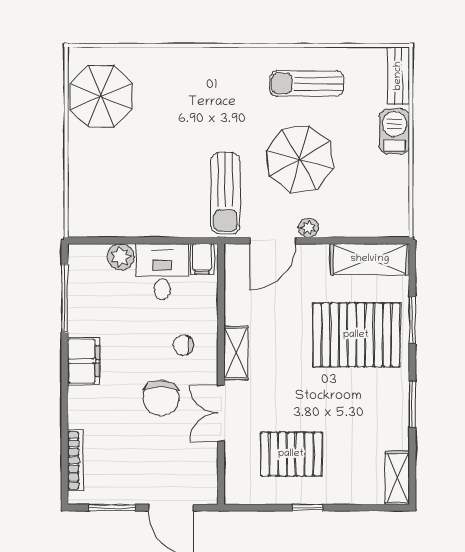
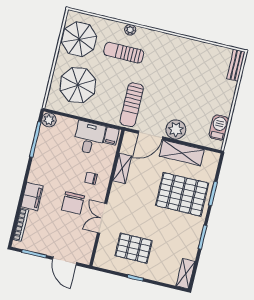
plant: (190, 57) -> (130, 30), added
sun lounger: (306, 84) -> (124, 53), moved
barbecue: (394, 131) -> (219, 128), moved
parasol: (300, 159) -> (78, 85), moved
plant: (308, 228) -> (176, 129), width x1.88, depth x1.88
plant: (121, 257) -> (49, 120), moved
shelving: (370, 259) -> (182, 153), moved
shelving: (236, 353) -> (122, 168), moved
filing cabinet: (84, 361) -> (32, 196), moved

